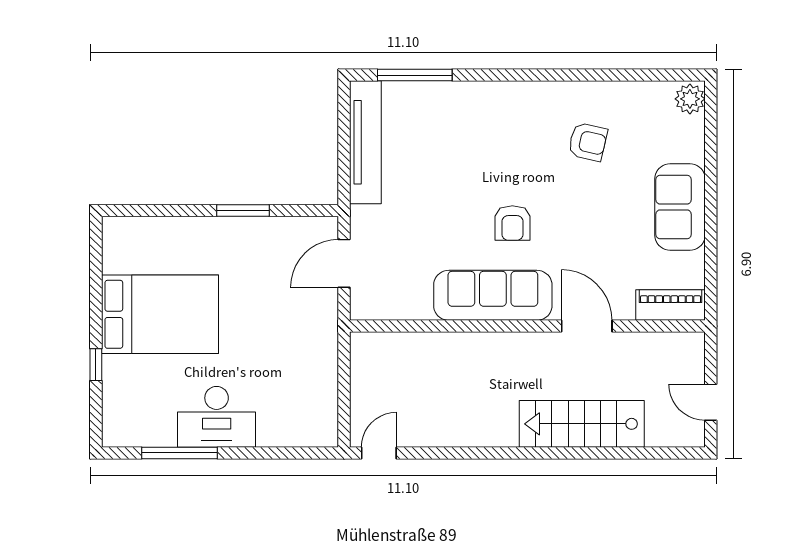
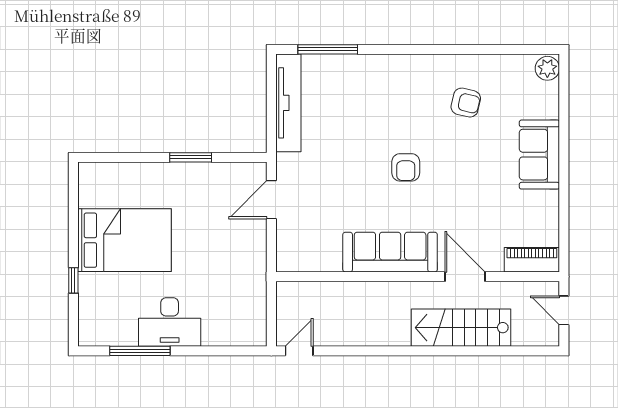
sofa: (493, 295) -> (390, 252), moved
piano: (671, 305) -> (532, 260), moved
wall: (527, 326) -> (418, 277), moved
door: (587, 326) -> (465, 277), moved

